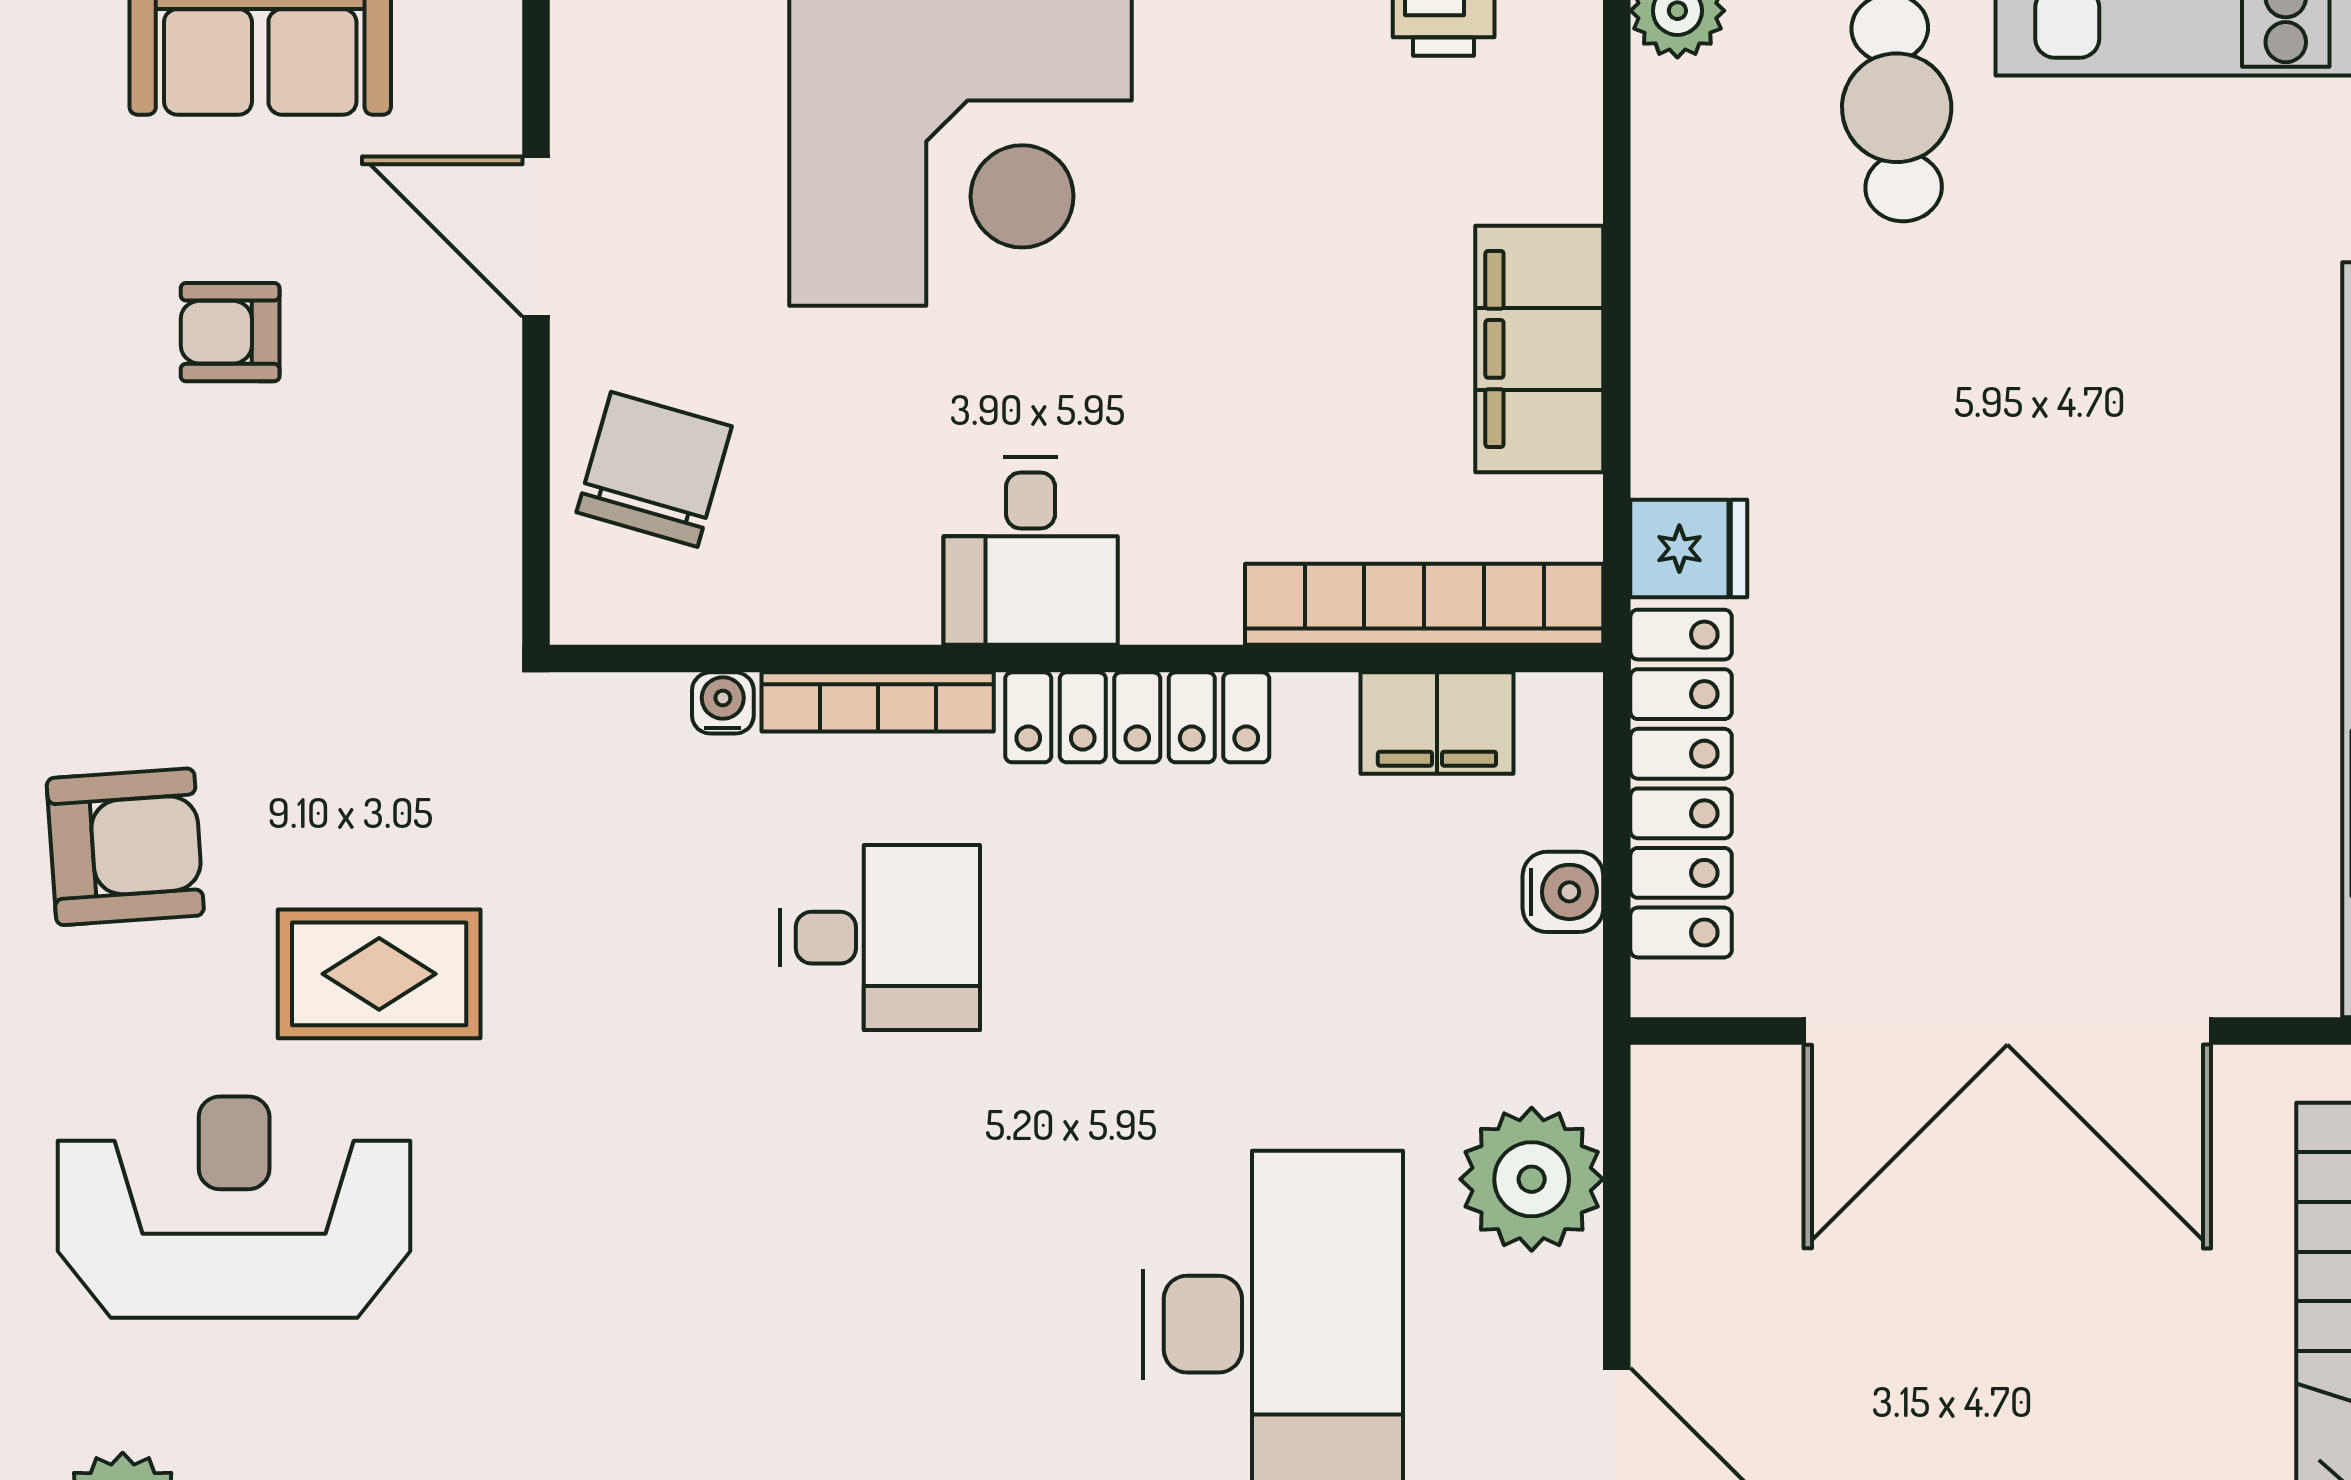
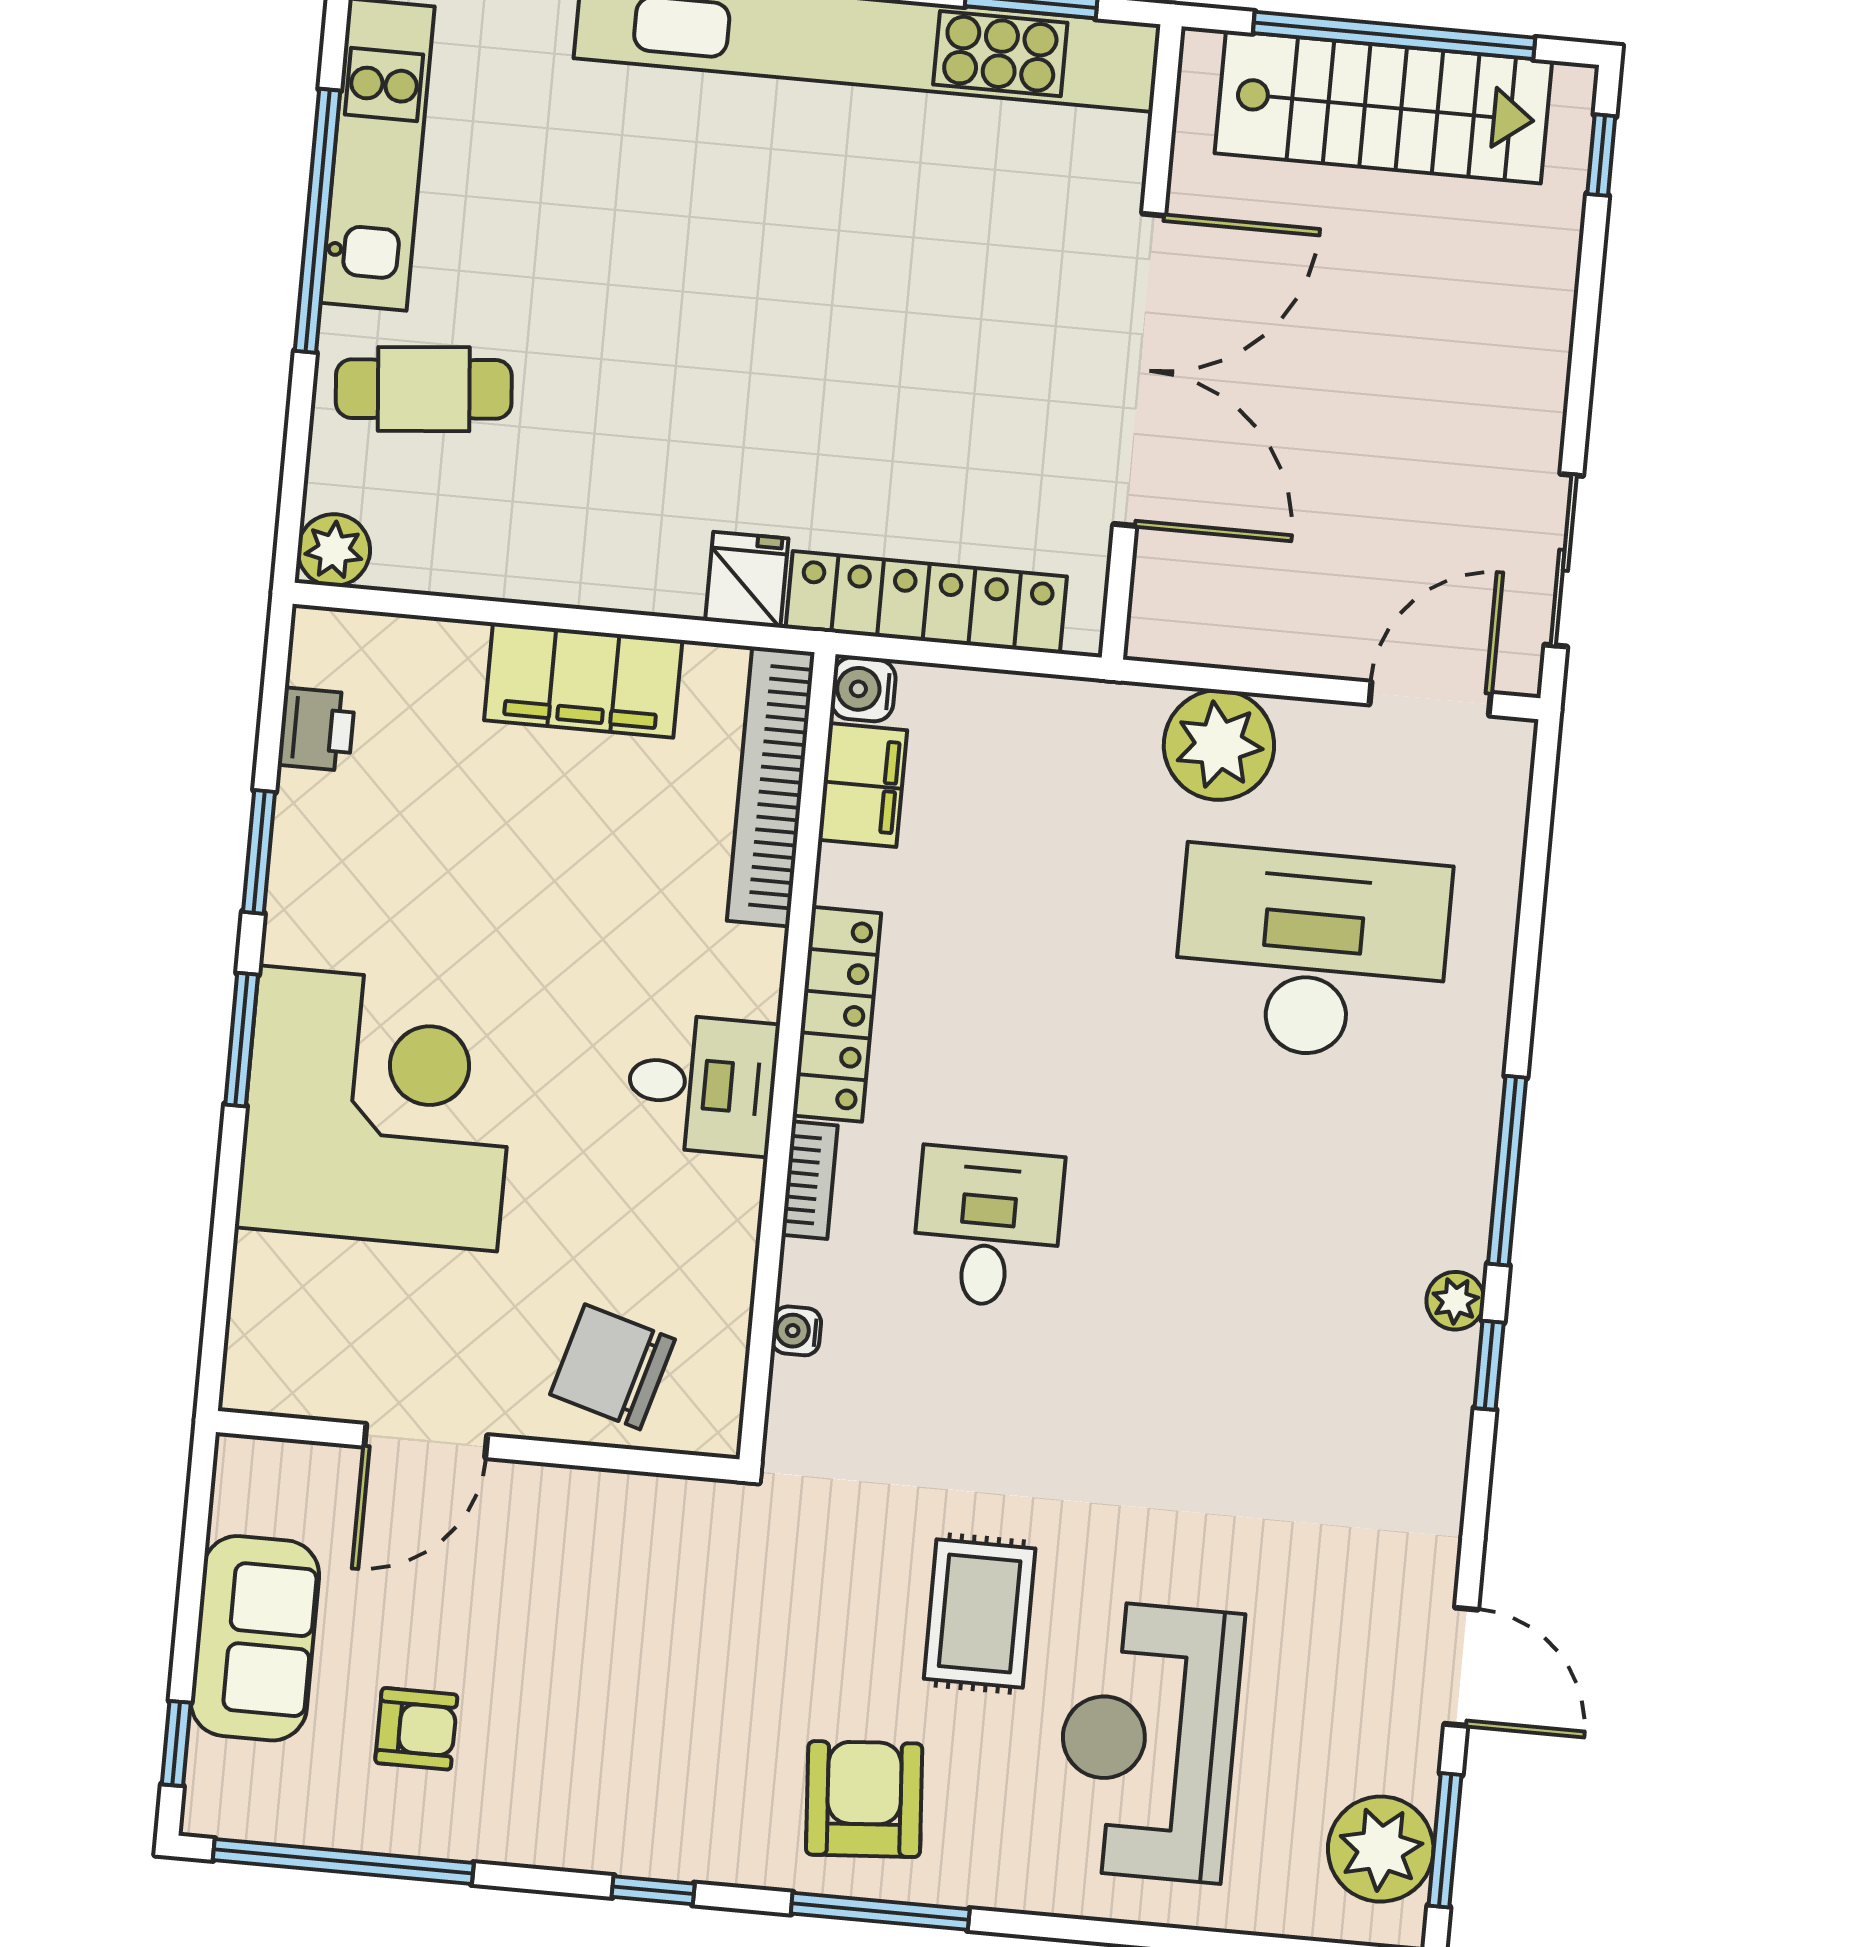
armchair: (230, 332) -> (416, 1729), moved, turned -90
bookcase: (878, 702) -> (810, 1180), width x0.64
water cooler: (1563, 892) -> (863, 689), moved, turned -90

